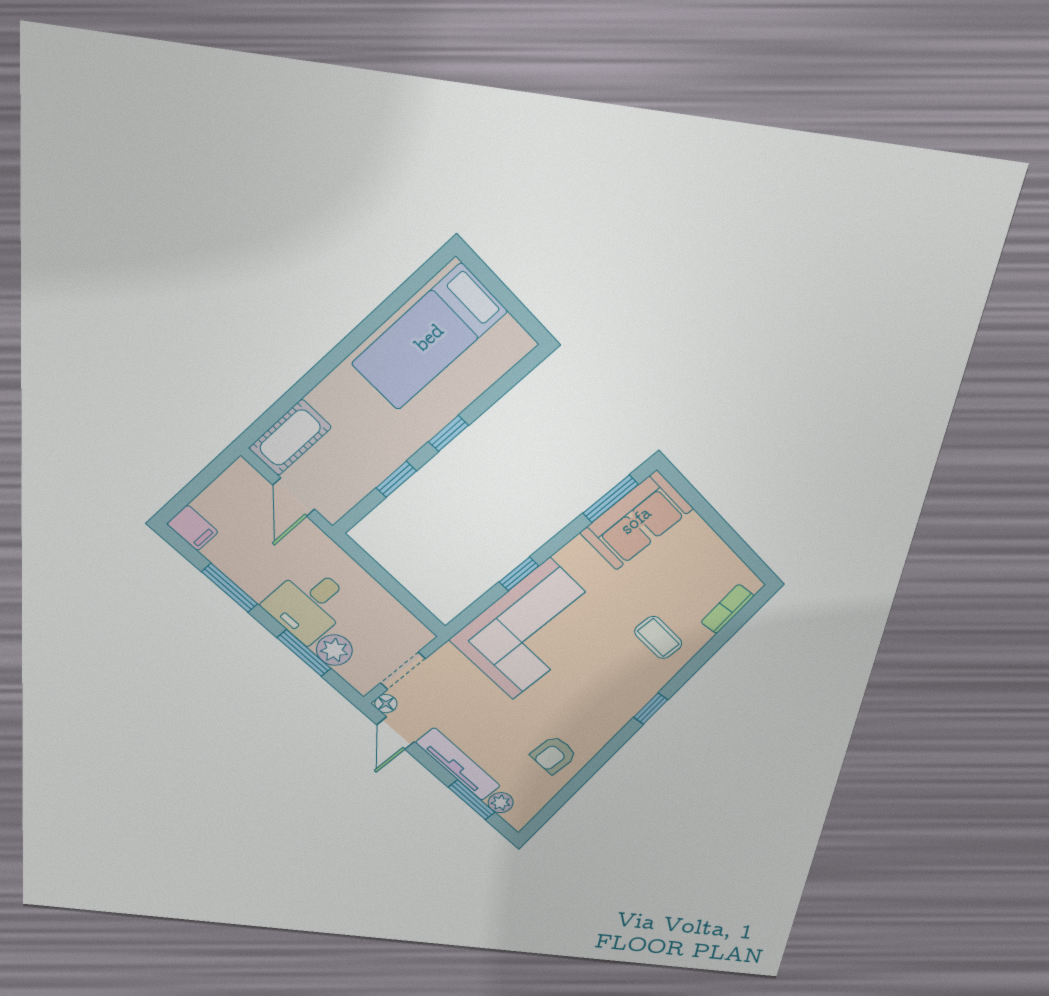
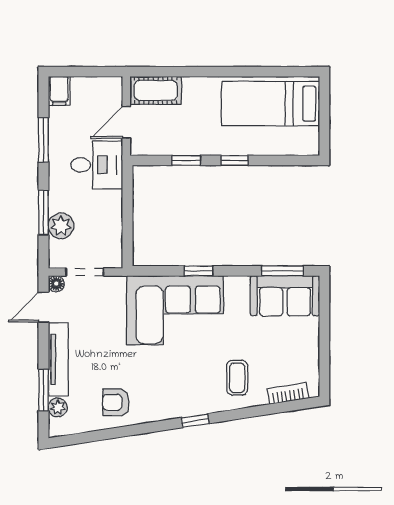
desk: (309, 604) -> (97, 165), moved, turned 180

